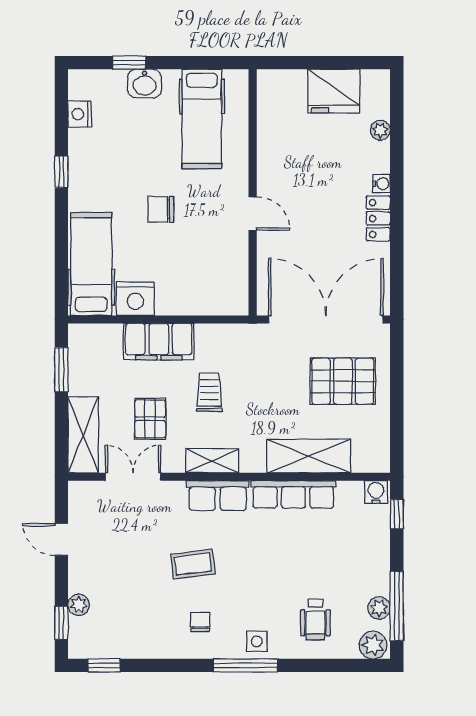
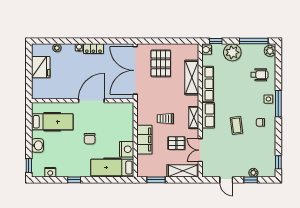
window: (129, 63) -> (29, 165), moved
door: (253, 214) -> (91, 101), width x1.88
door: (61, 539) -> (226, 180), hinge flipped
plant: (379, 608) -> (232, 52), moved, width x1.88, depth x1.88
window: (61, 623) -> (251, 180), moved

